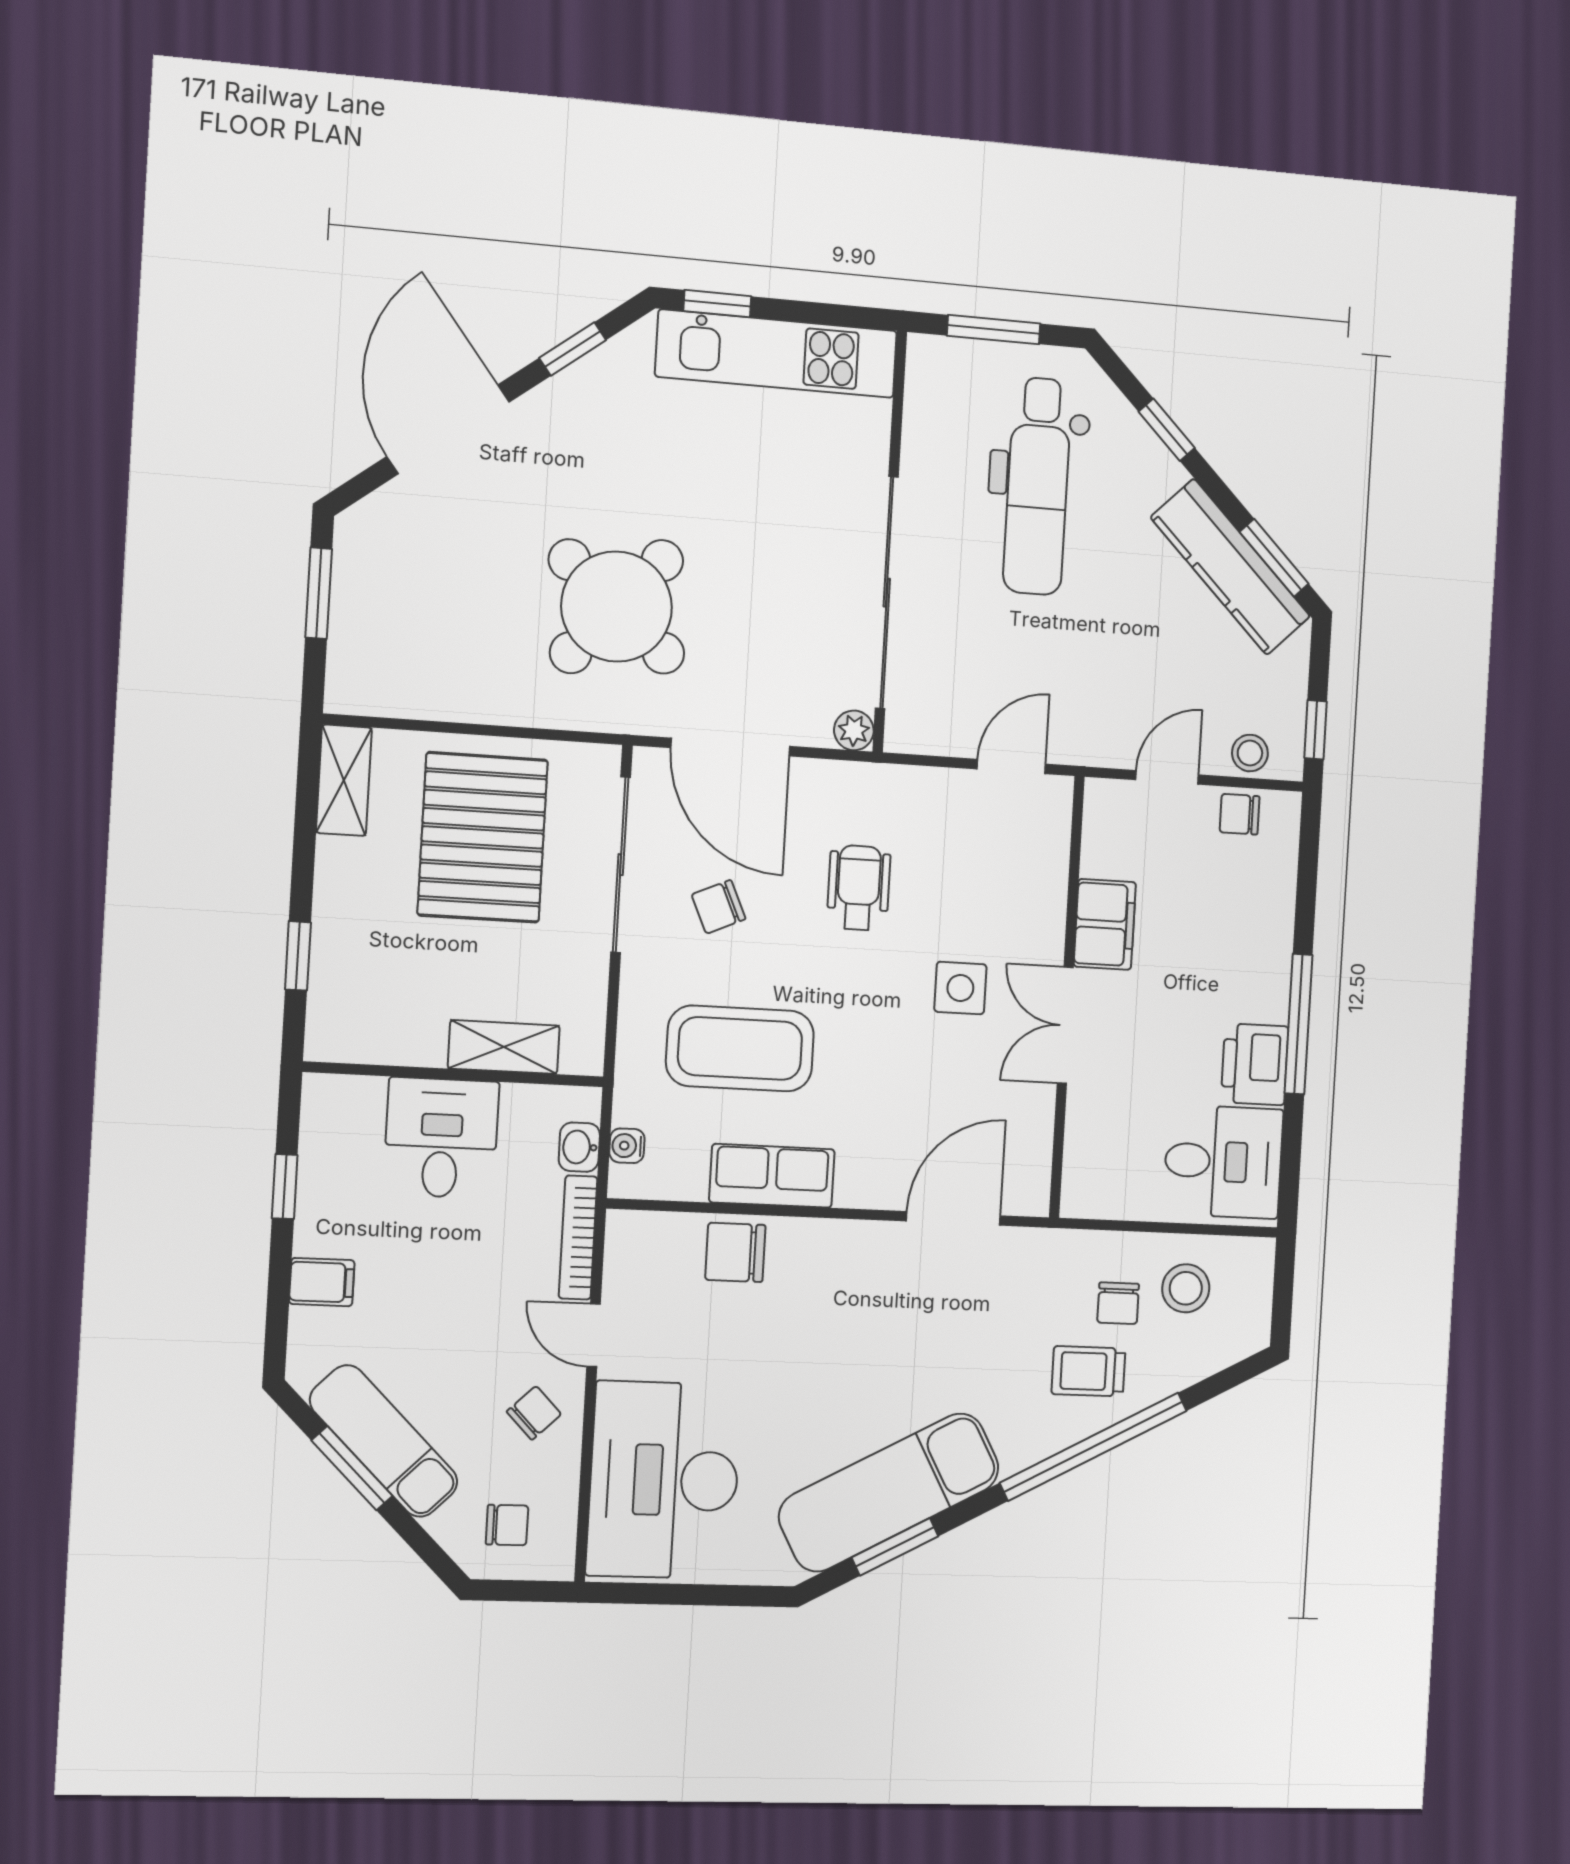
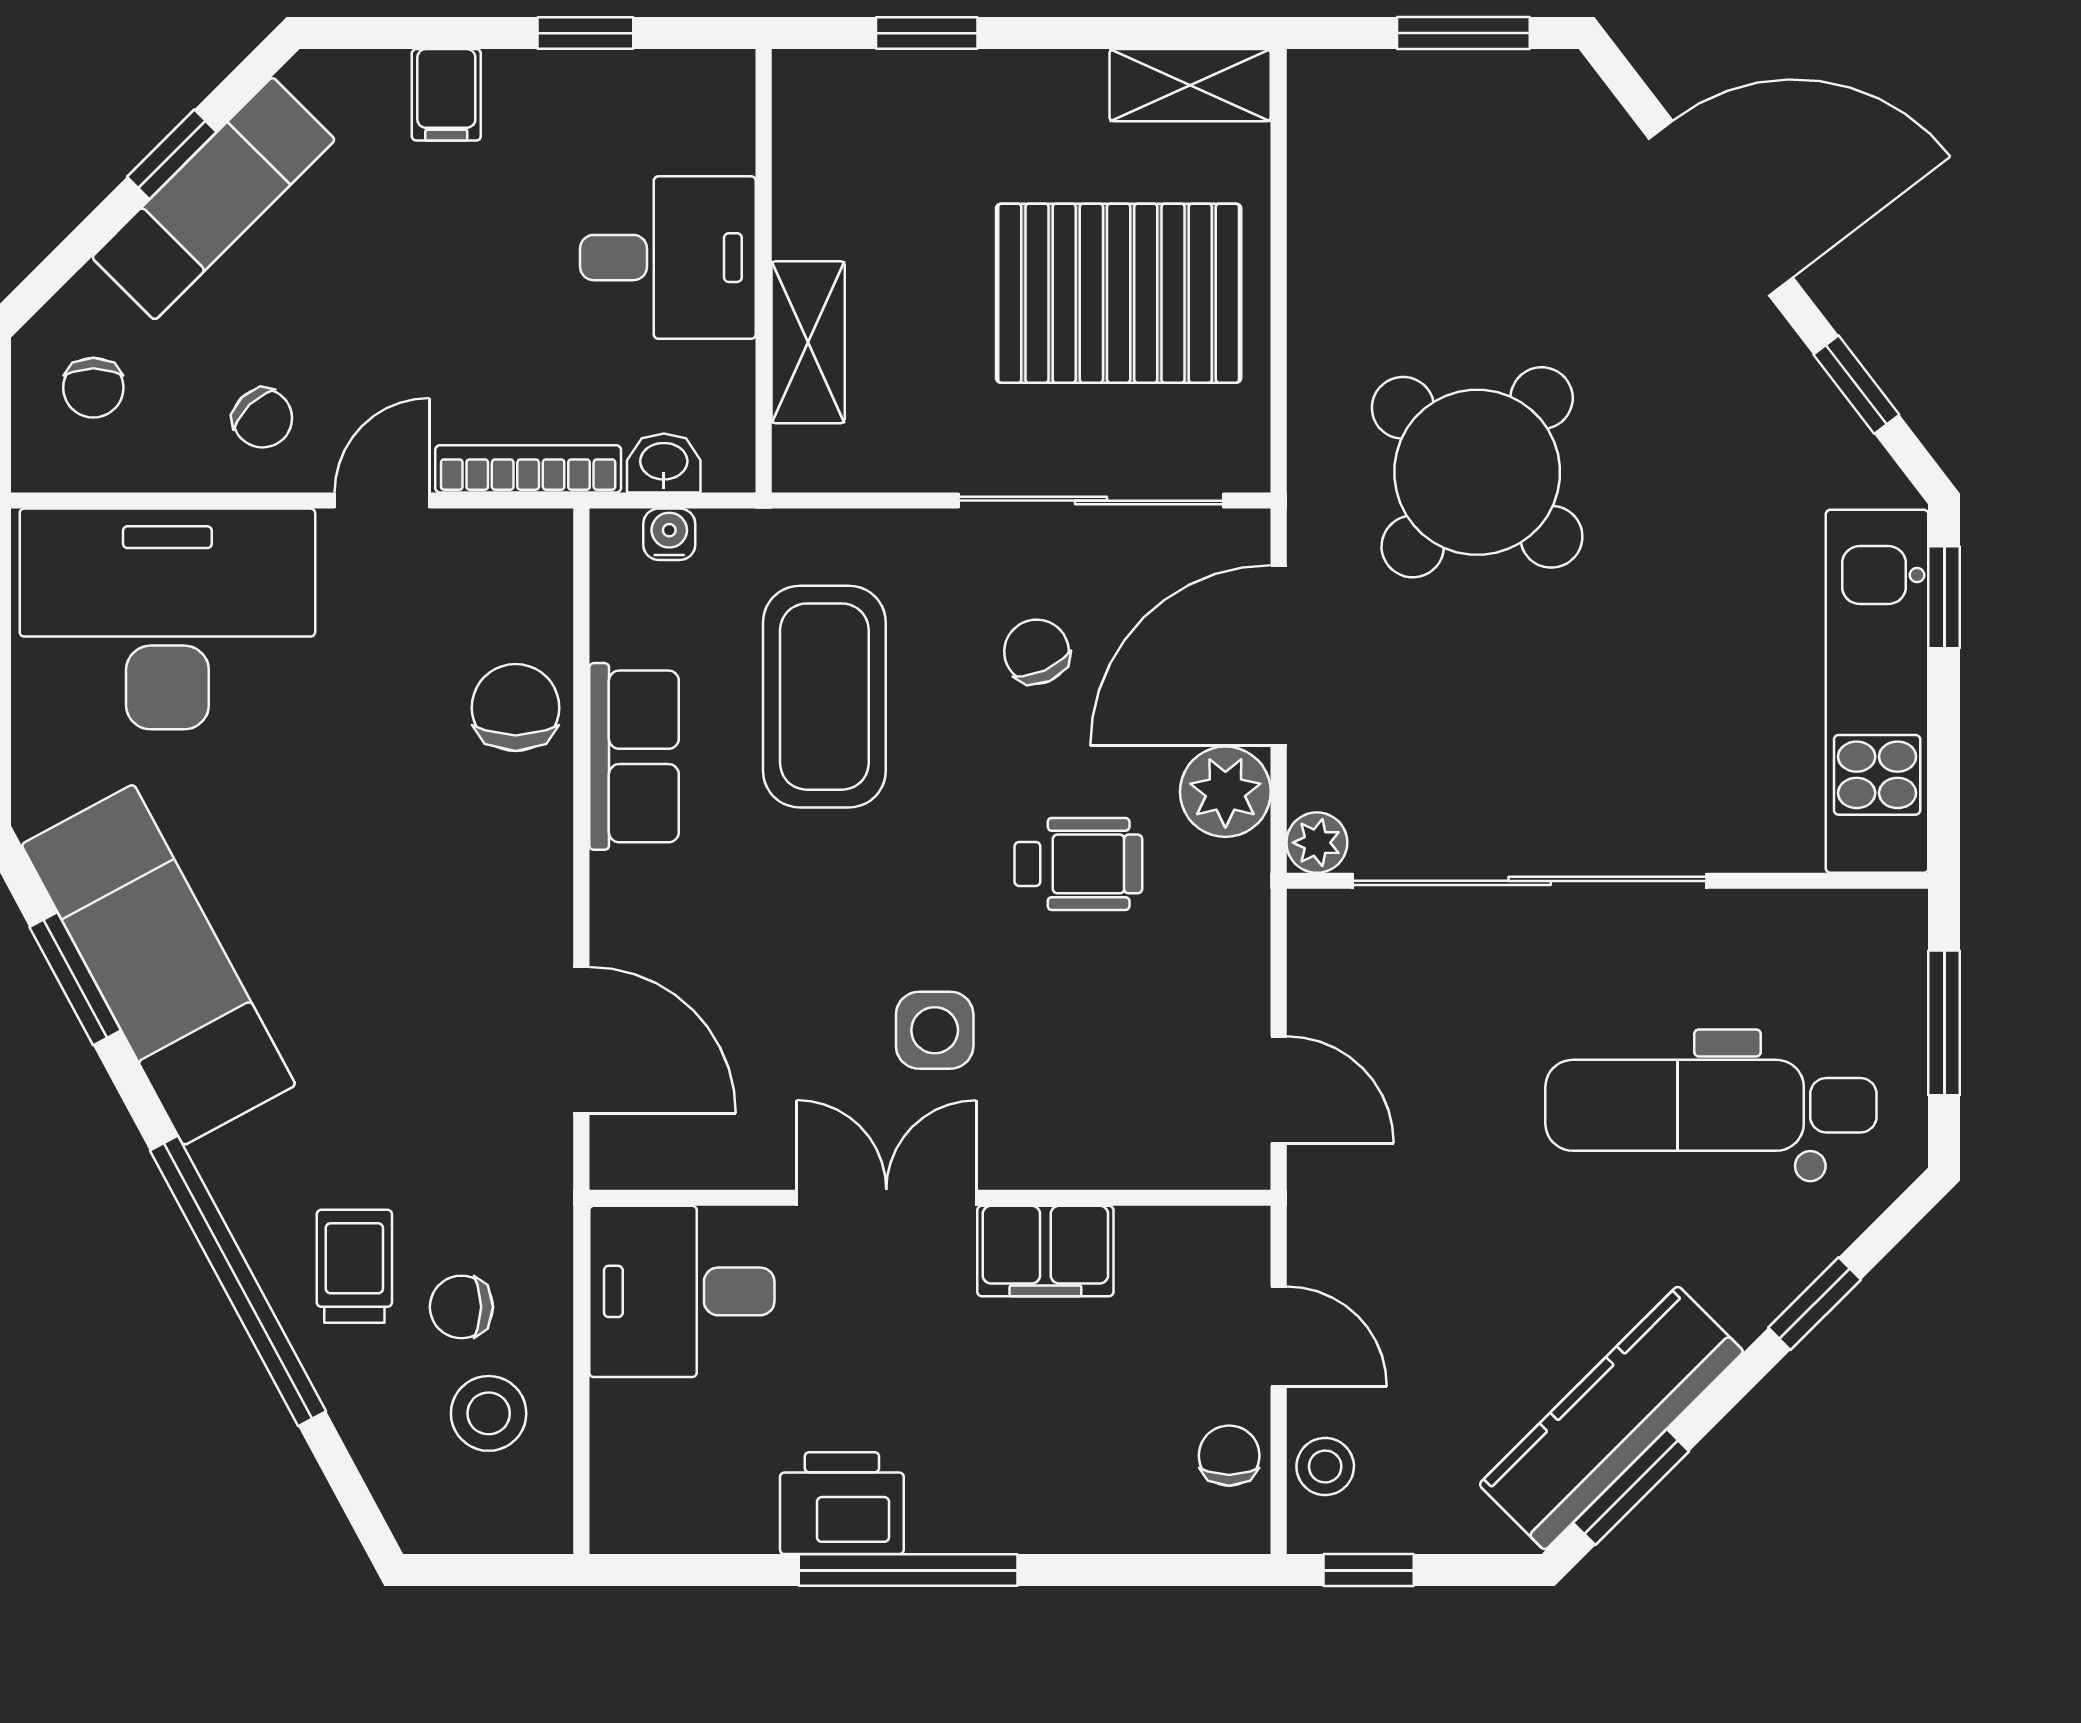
plant: (817, 788) -> (1225, 792), added
desk: (1223, 1162) -> (682, 1291), moved, turned 90
window: (352, 1468) -> (172, 154), width x0.67

